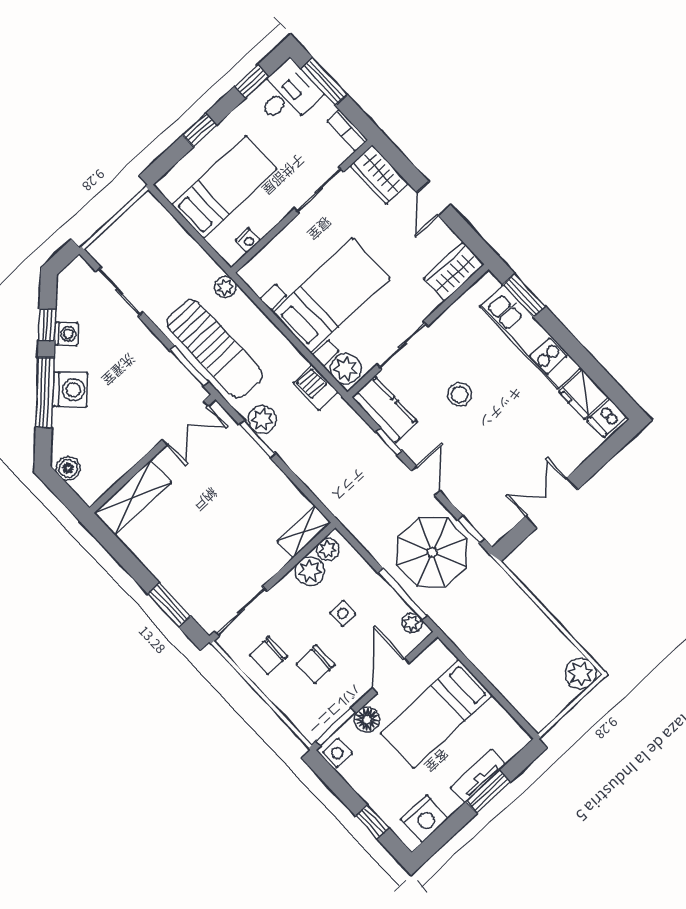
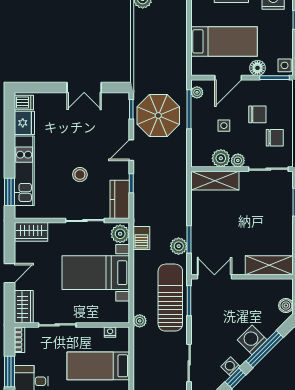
shelving: (304, 532) -> (215, 181), width x1.50, depth x1.33
plant: (328, 549) -> (238, 160), moved

